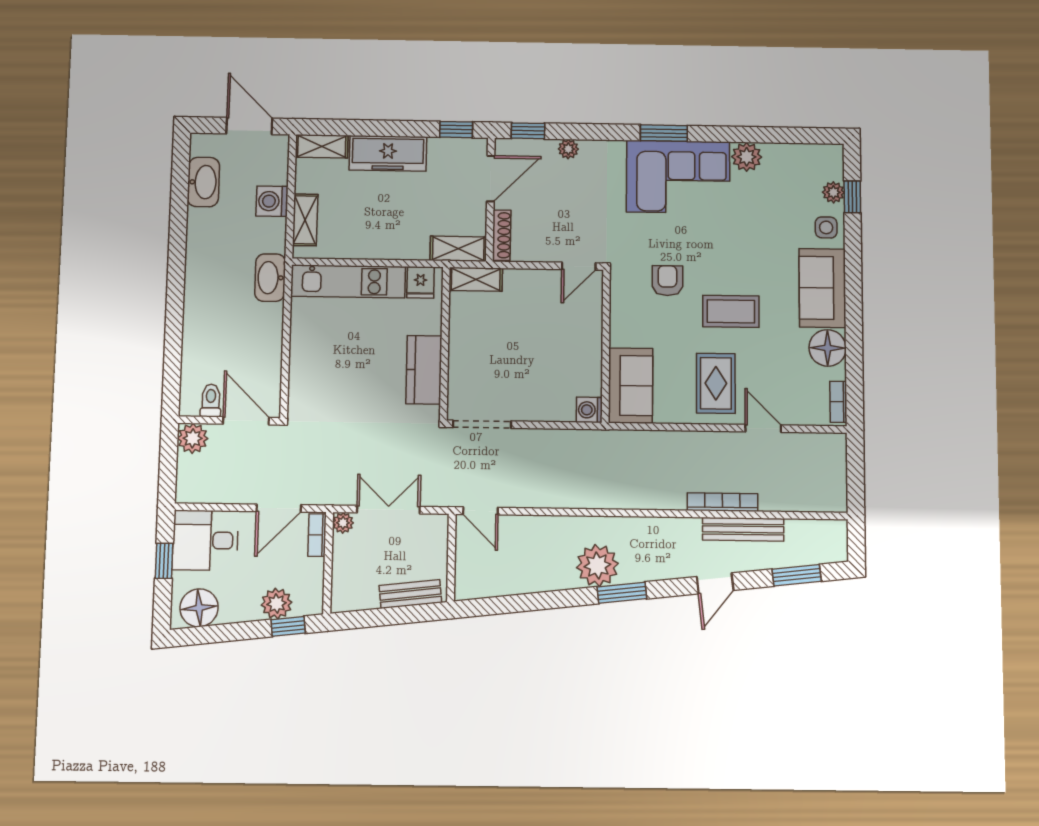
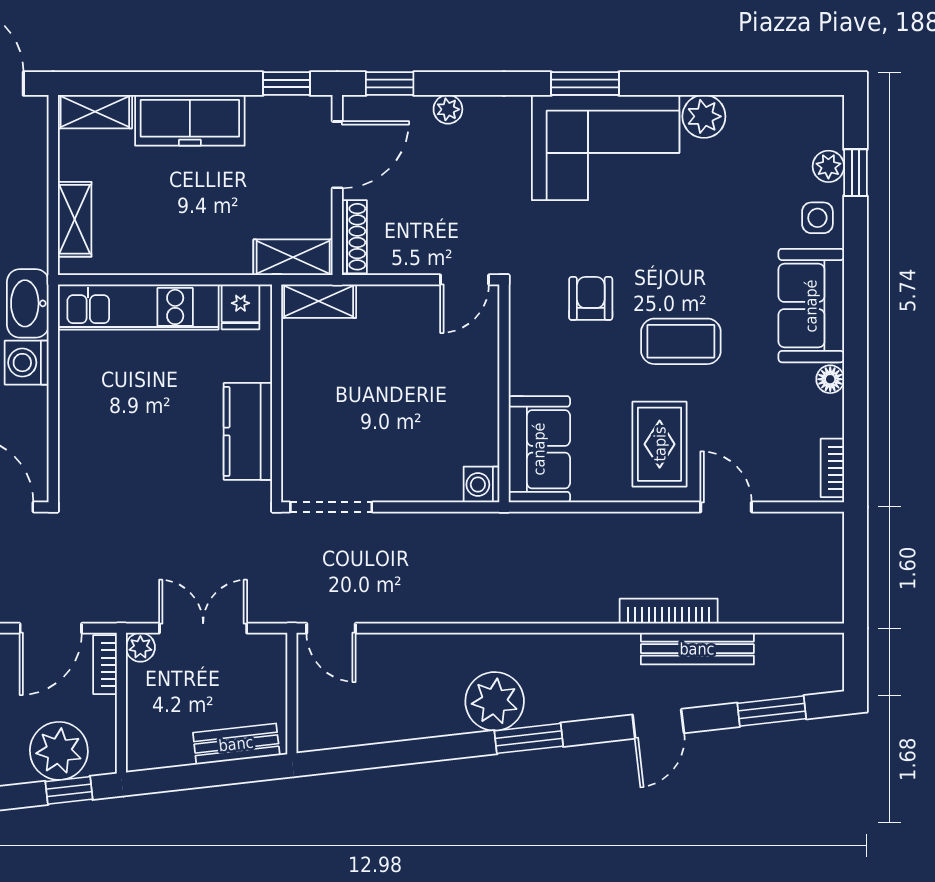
washing machine: (272, 201) -> (27, 363), moved
floor lamp: (828, 348) -> (830, 379), width x0.53, depth x0.53
plant: (277, 604) -> (59, 751), width x1.36, depth x1.36

